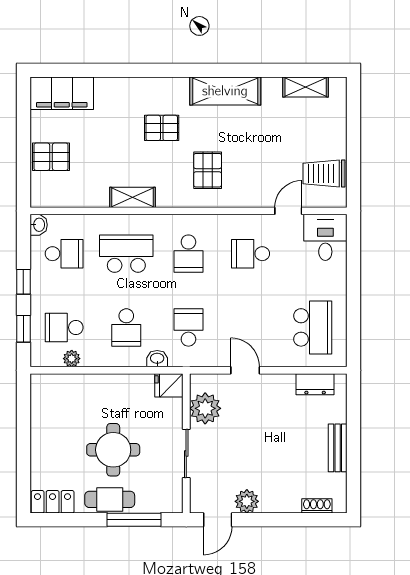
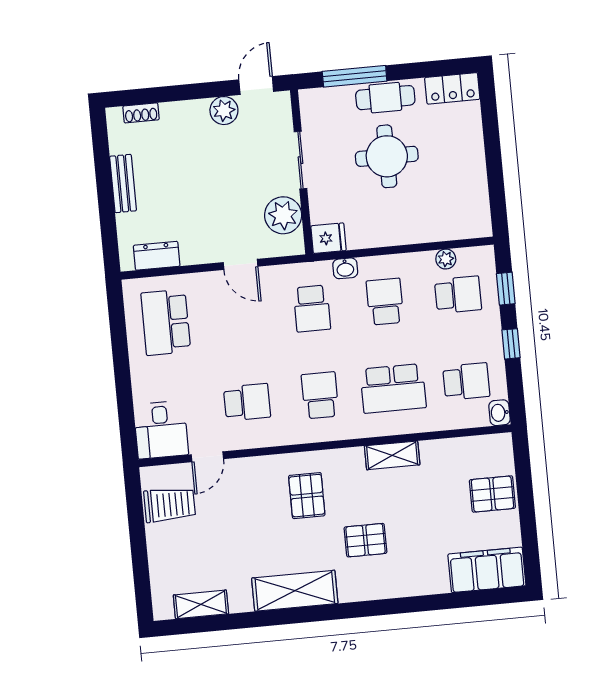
school desk: (64, 254) -> (466, 381), turned 180

